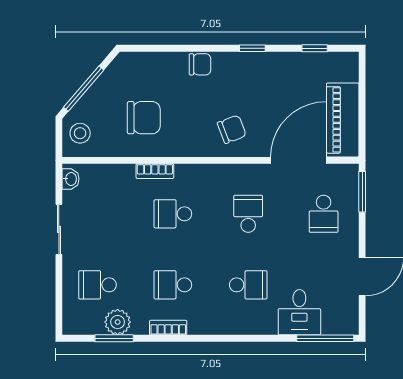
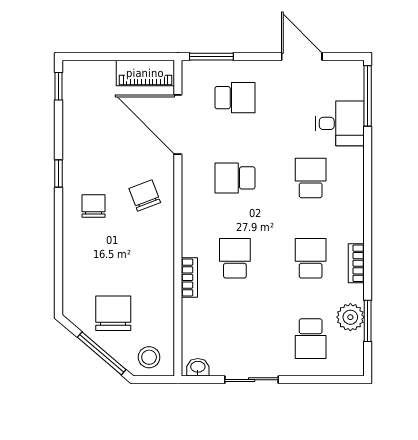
window: (315, 48) -> (58, 86), moved
chair: (200, 64) -> (94, 206), moved
chair: (144, 118) -> (113, 313), moved
piano: (343, 120) -> (145, 73), width x0.73, depth x0.75
school desk: (173, 214) -> (235, 258), turned 180
school desk: (173, 285) -> (311, 258), turned 180

